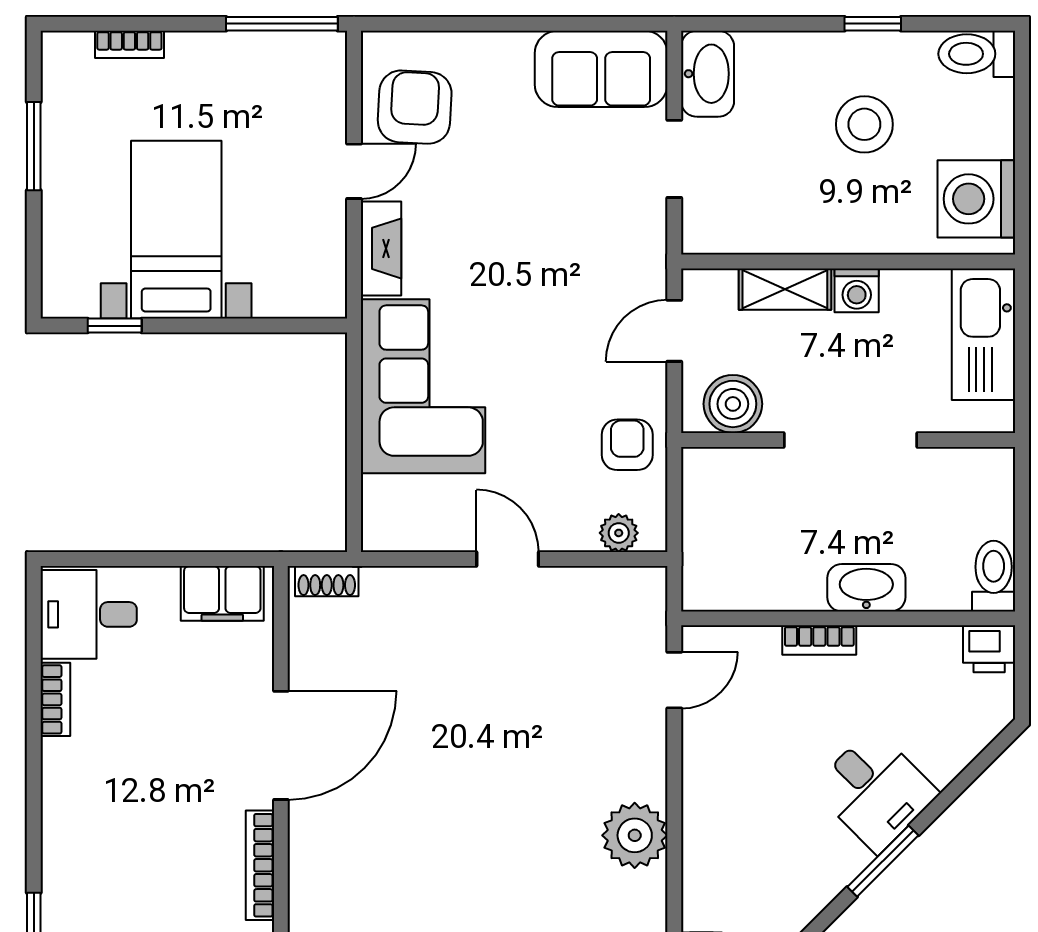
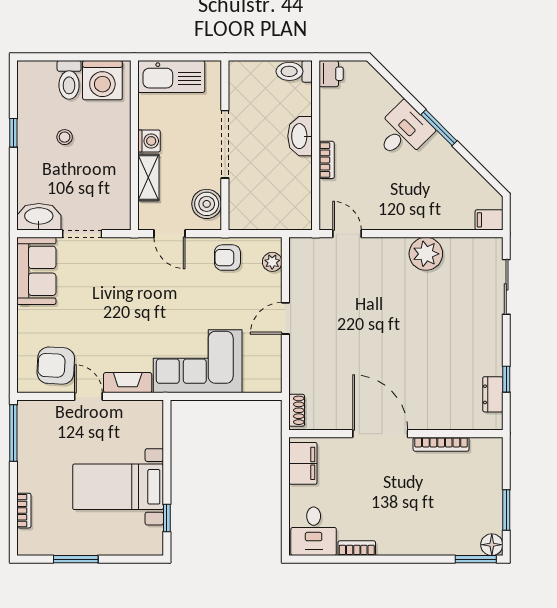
toilet: (977, 54) -> (69, 80), moved
stool: (864, 124) -> (65, 137), width x0.53, depth x0.53

